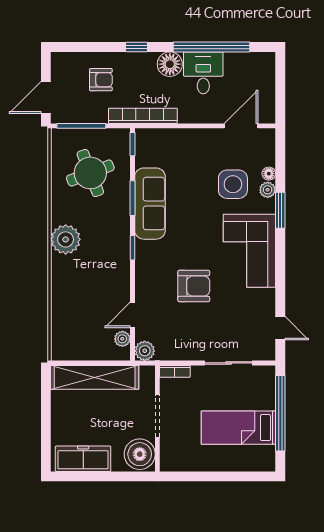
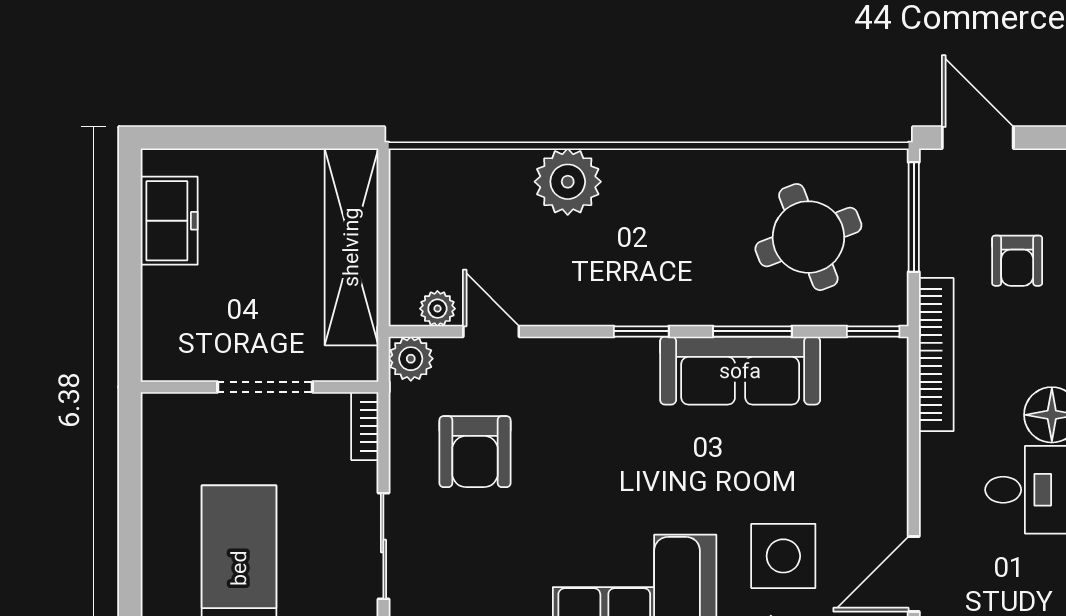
door: (241, 126) -> (914, 574), swing flipped
plant: (66, 239) -> (568, 182), moved
armchair: (194, 286) -> (475, 452), moved
boiler: (140, 454) -> (179, 347), removed
freezer: (83, 459) -> (169, 221), width x0.71

